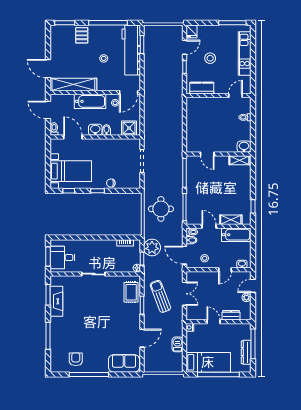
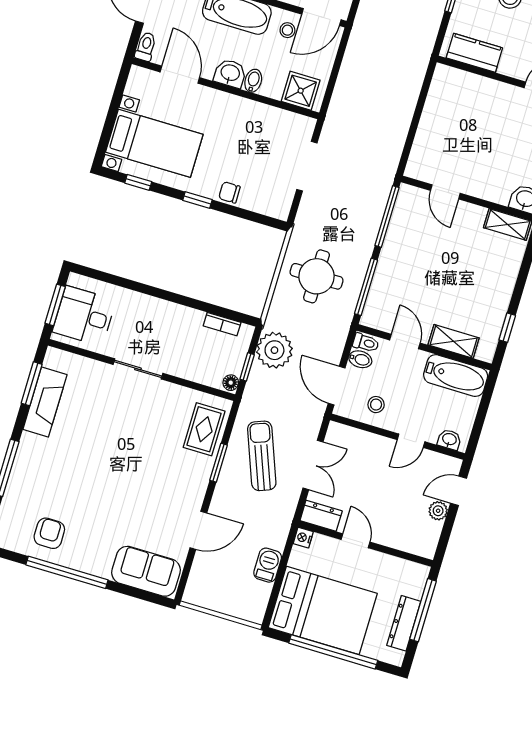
dresser: (231, 315) -> (321, 516), moved
bed: (208, 362) -> (323, 610), width x1.50

